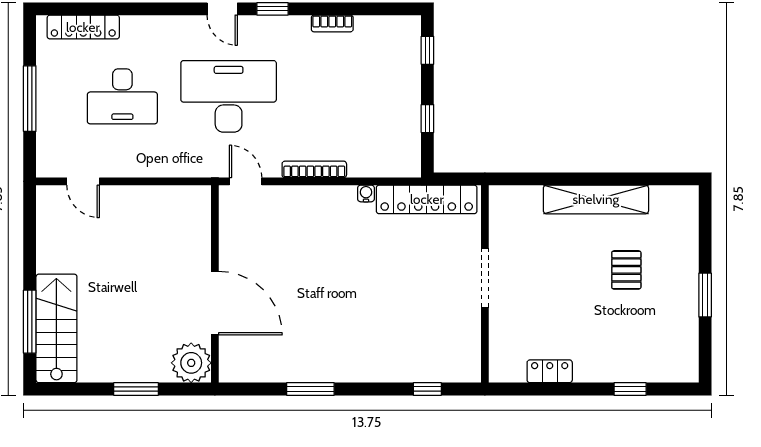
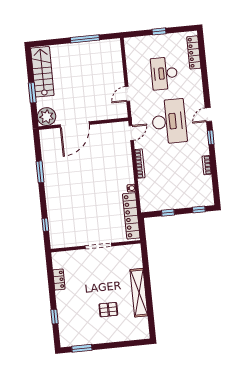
window: (30, 99) -> (159, 31), width x0.46
door: (83, 181) -> (127, 94), moved
window: (705, 295) -> (82, 348), moved
window: (30, 322) -> (85, 39), moved
stairs: (56, 328) -> (42, 72), moved, turned -90

